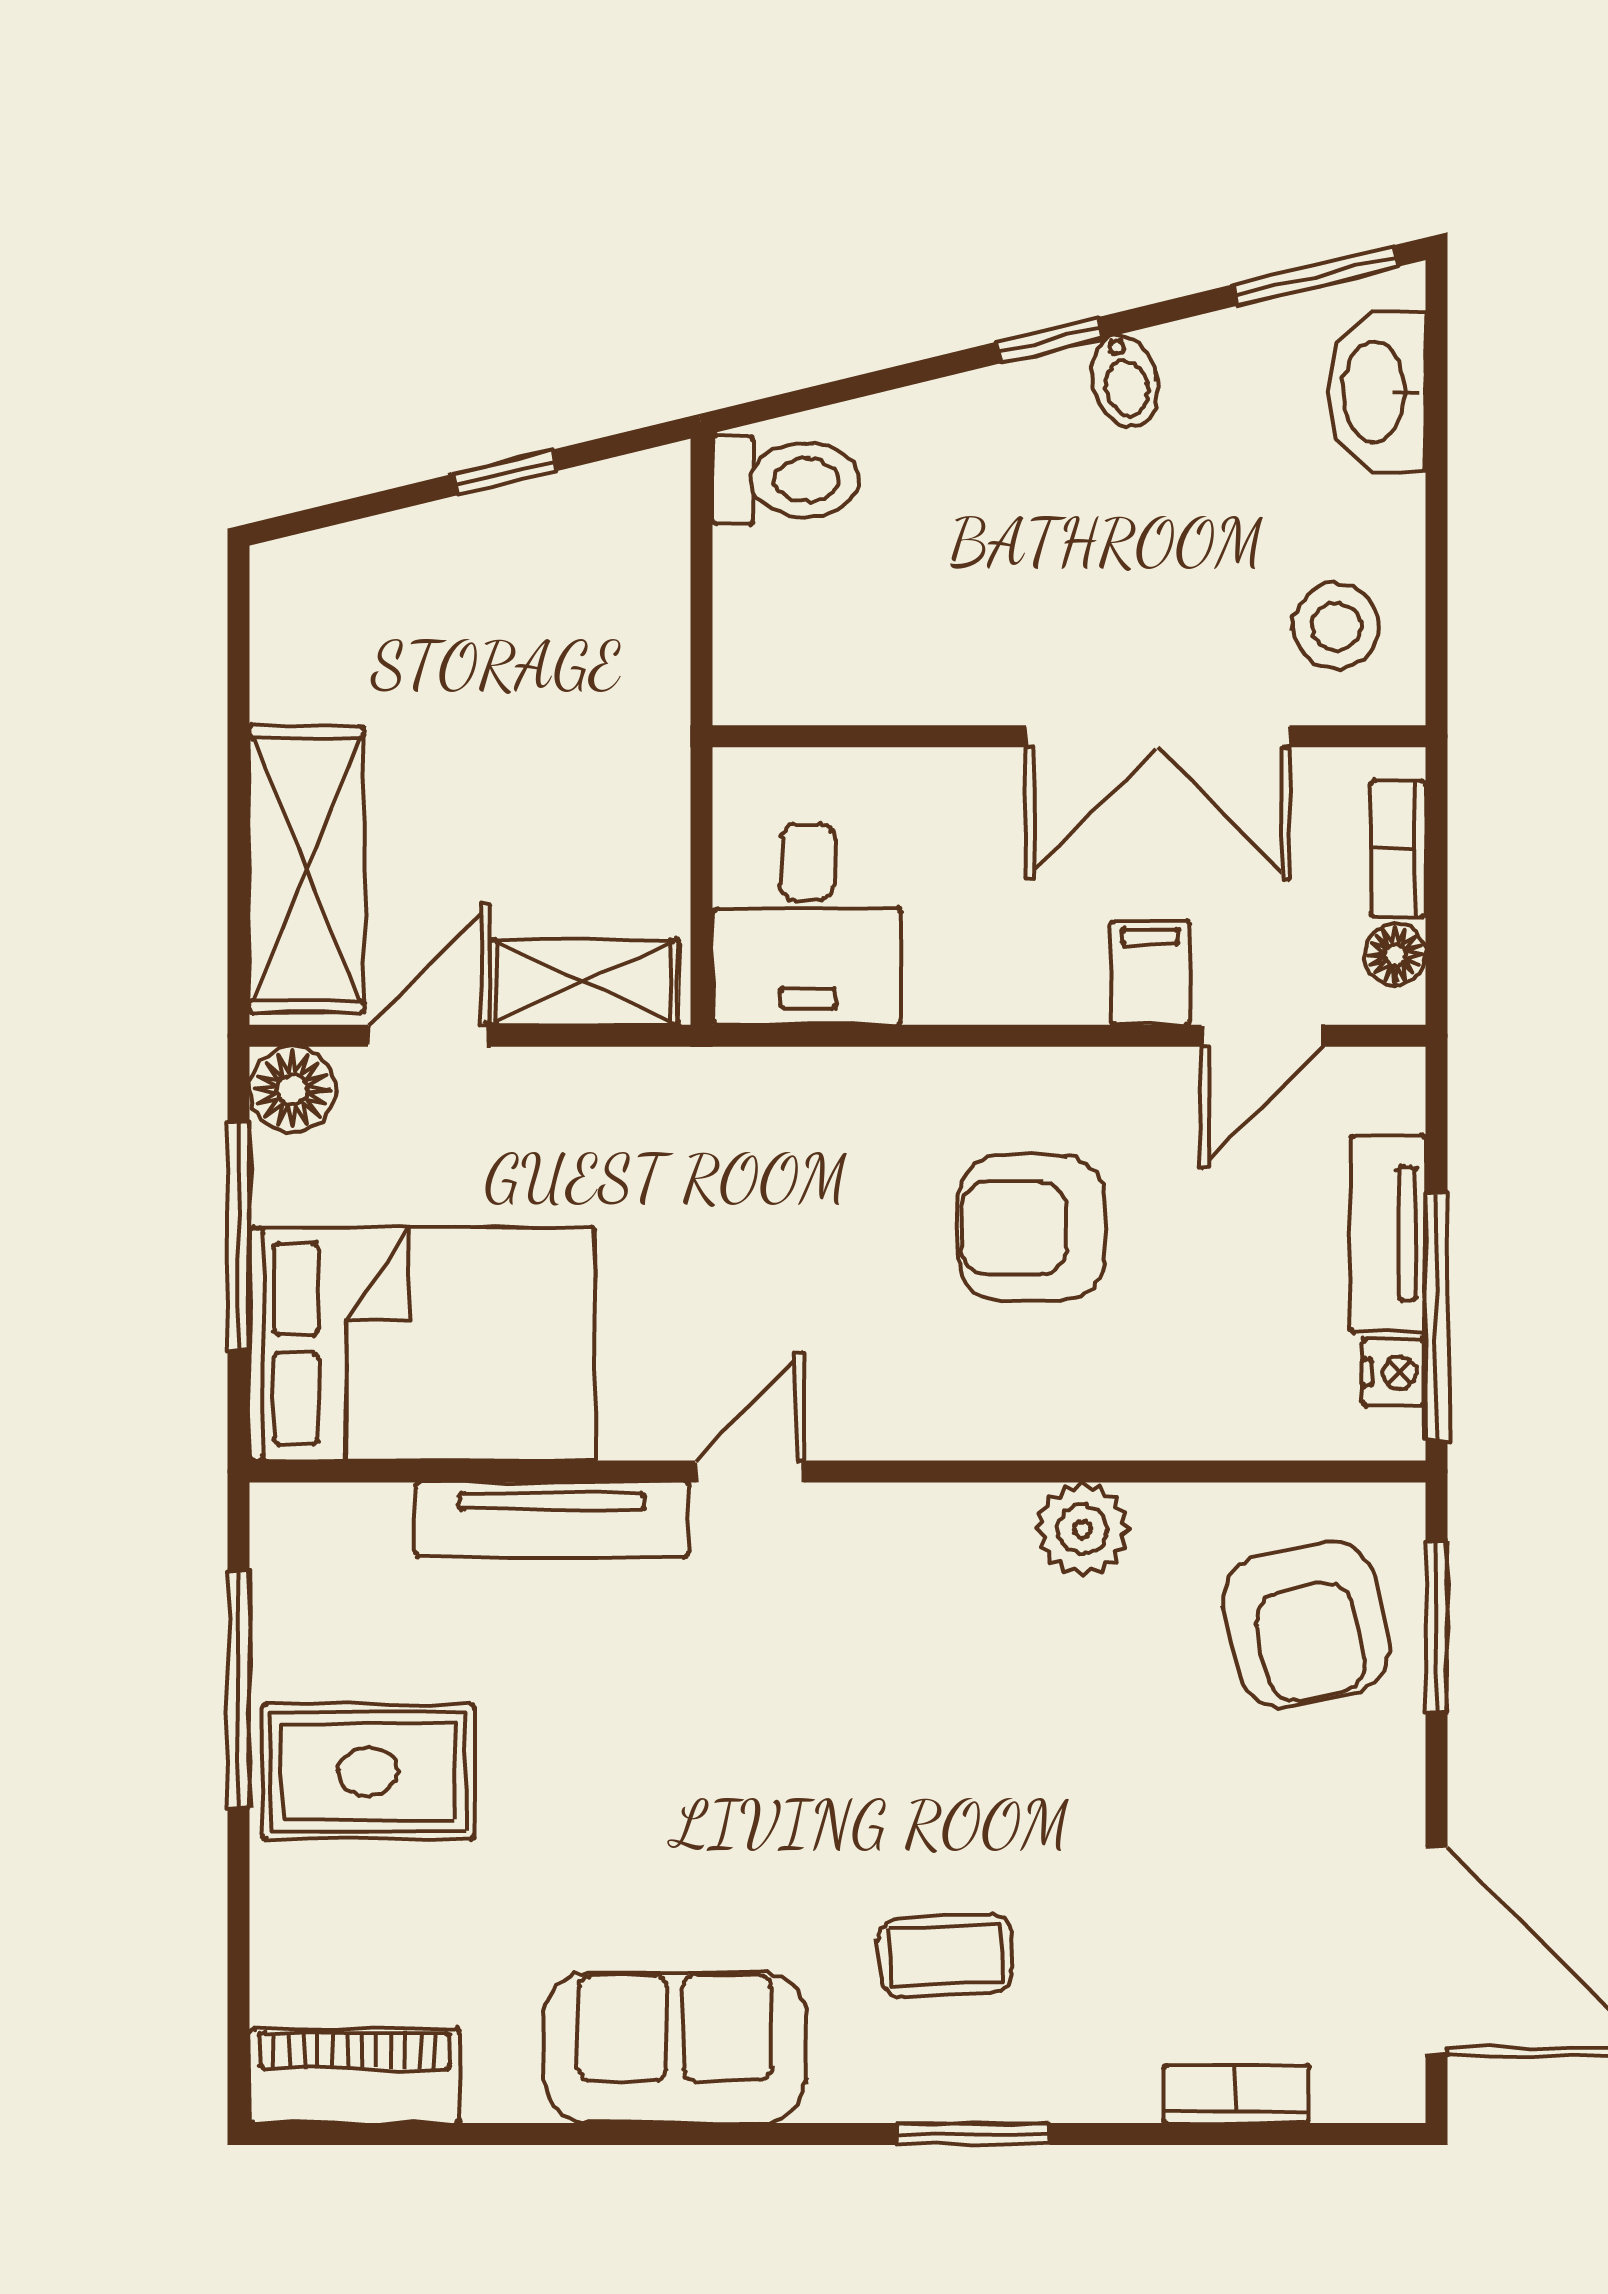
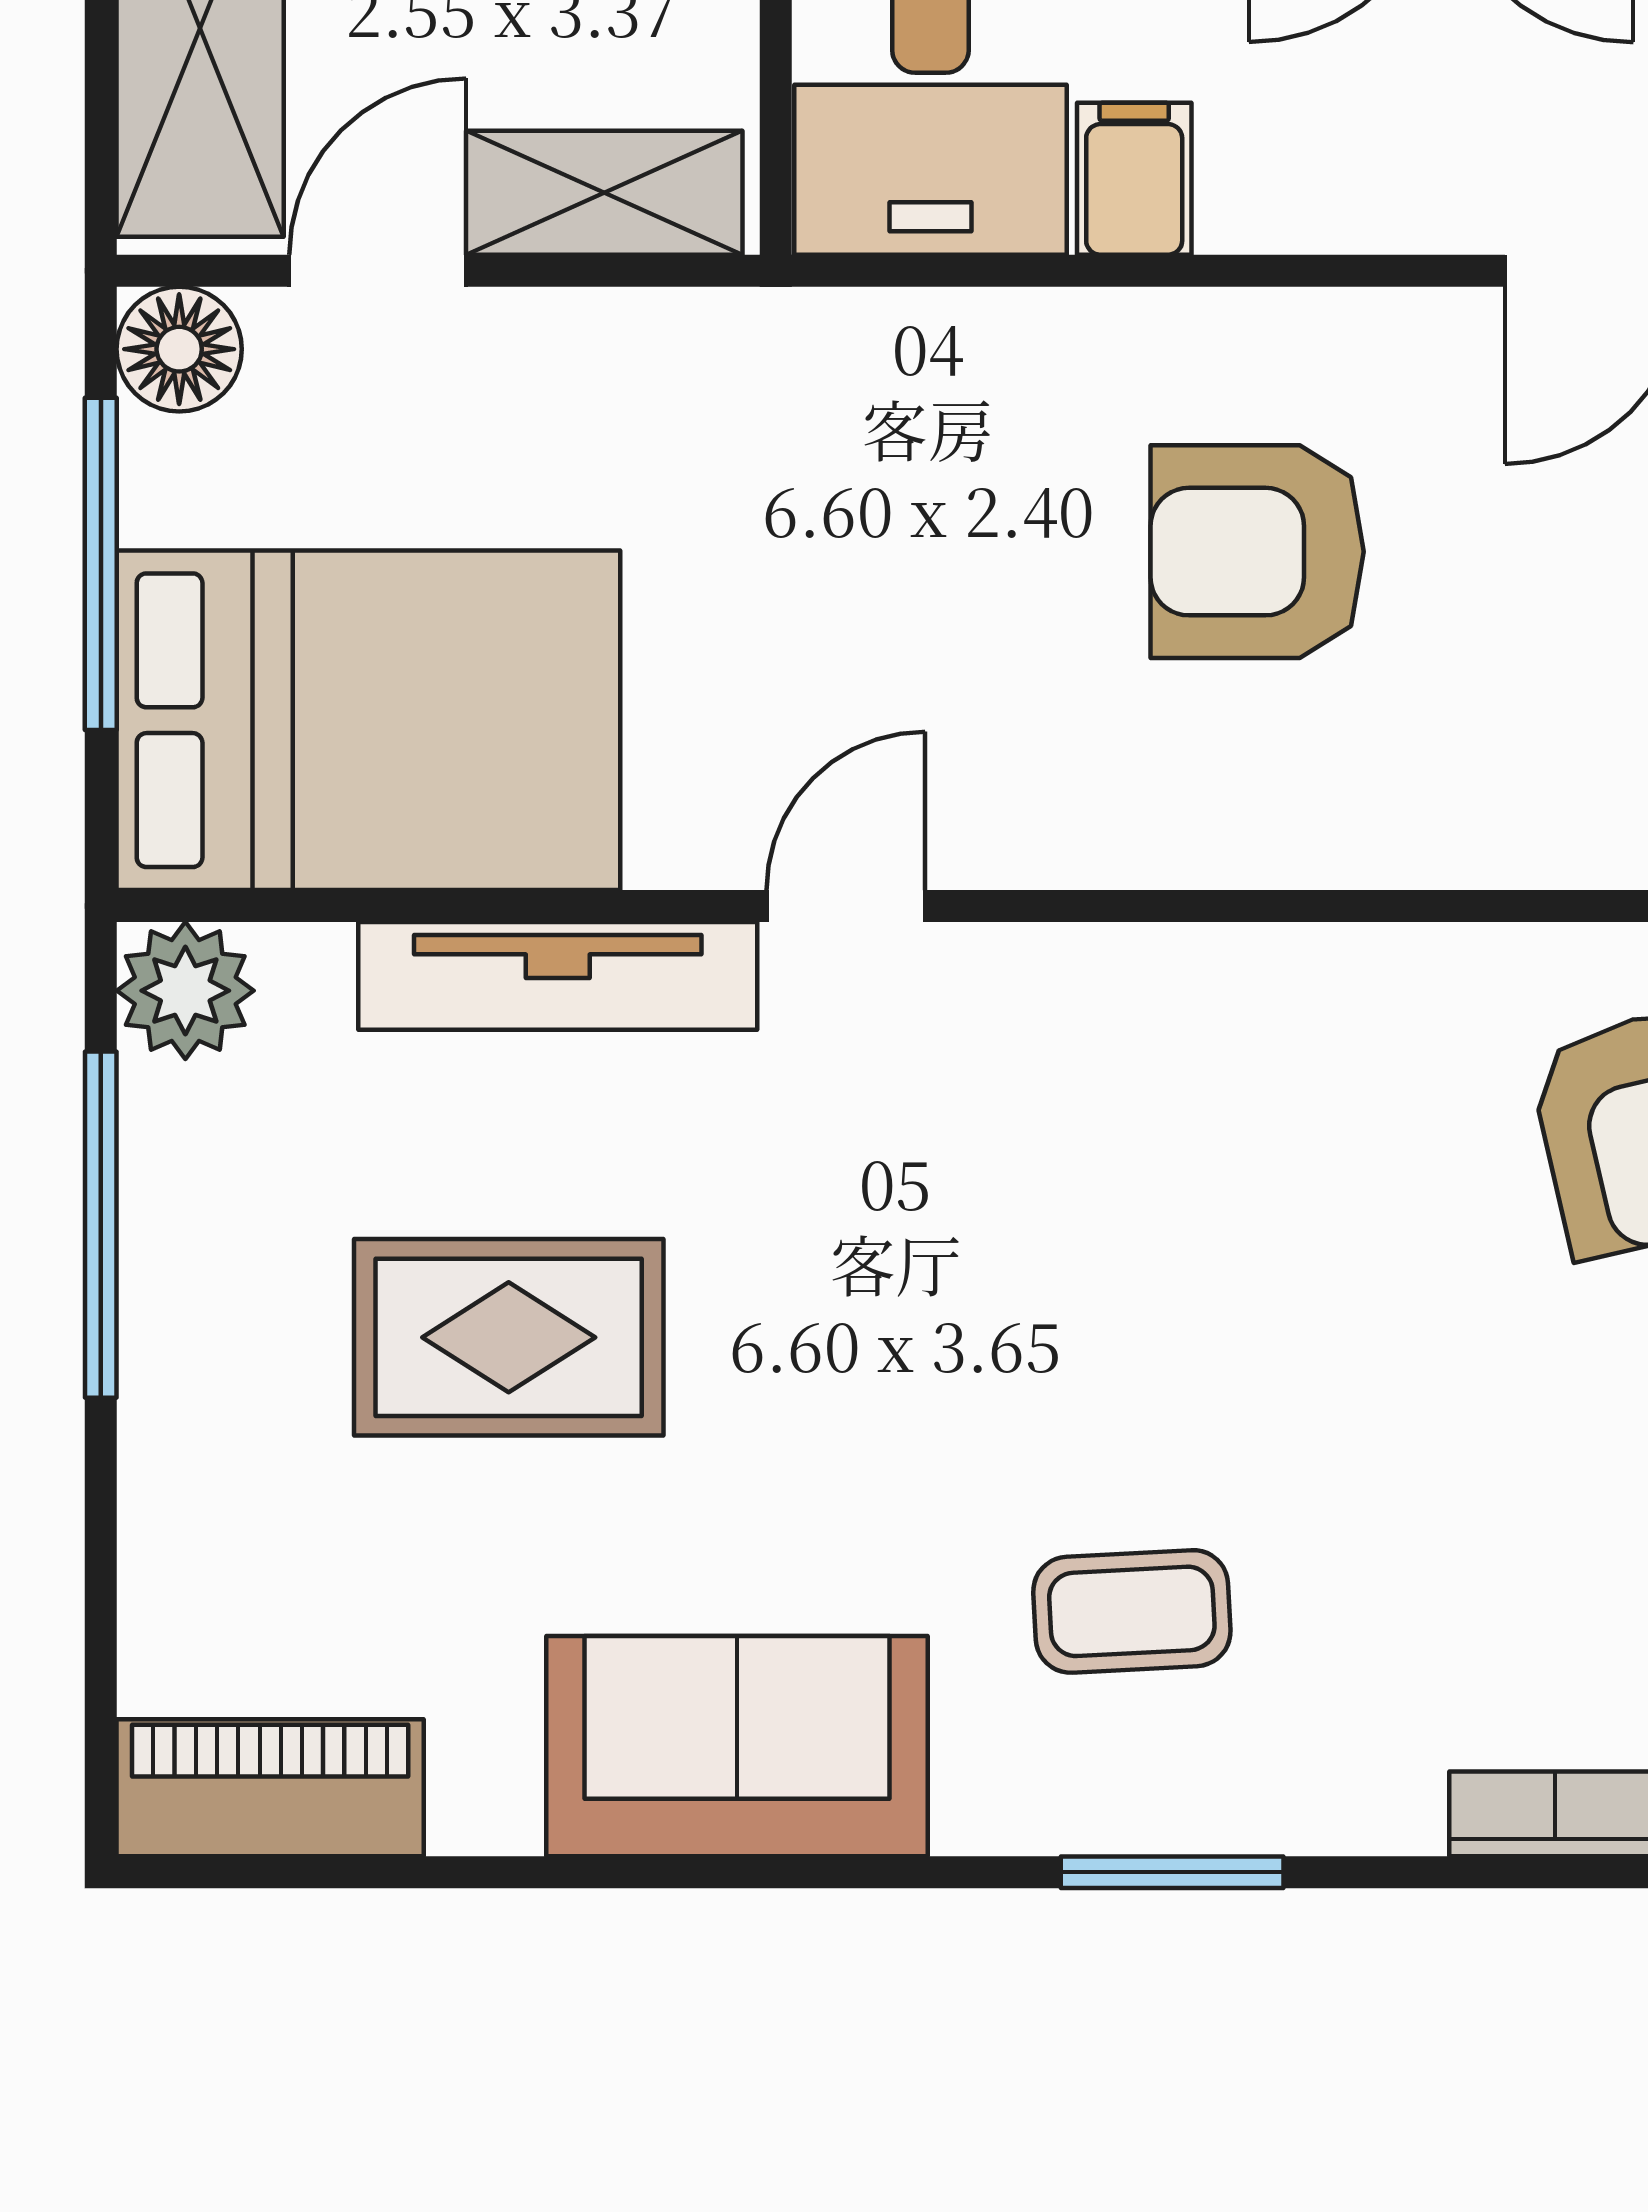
filing cabinet: (1150, 973) -> (1134, 179), moved
plant: (1083, 1529) -> (185, 991), moved
rug: (368, 1771) -> (509, 1337), moved

